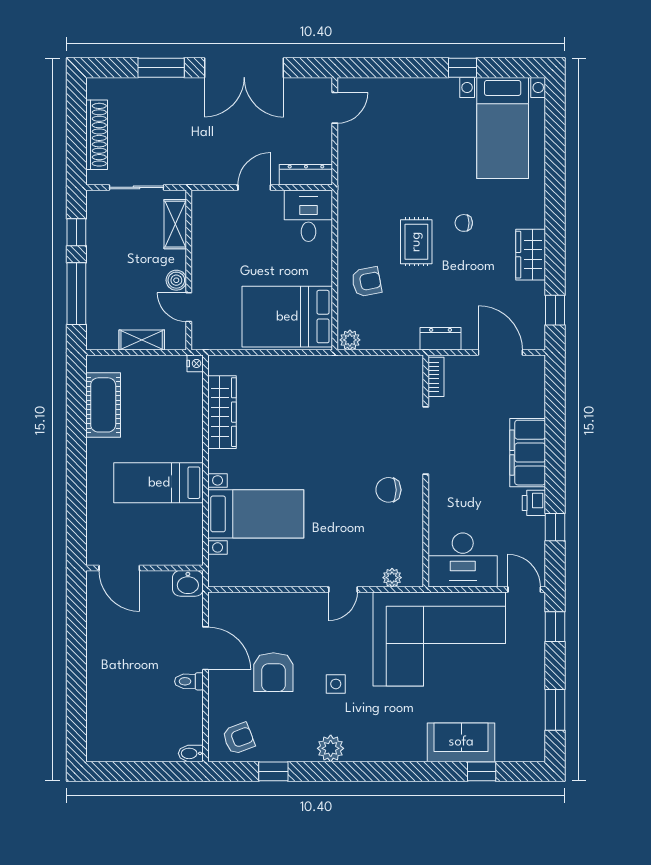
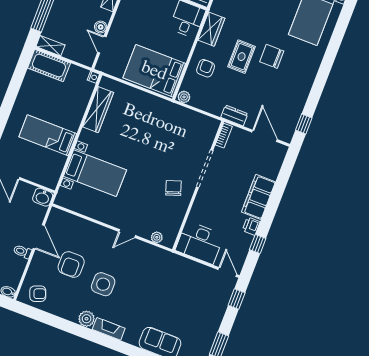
chair: (464, 223) -> (272, 56), width x1.87, depth x1.87
wardrobe: (531, 255) -> (211, 29), moved, turned 180
armchair: (367, 282) -> (206, 68), turned -79
shelving: (142, 340) -> (50, 46), moved
cot: (103, 405) -> (49, 66), moved, turned 90
chair: (388, 490) -> (173, 188), turned 71
corner sofa: (439, 639) -> (170, 281), removed
side table: (336, 684) -> (103, 284), width x1.87, depth x1.87
fireplace: (372, 751) -> (109, 329), added
window: (273, 771) -> (50, 319), removed

